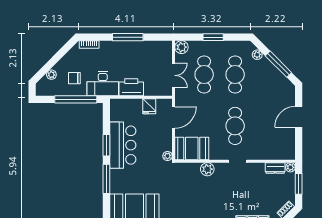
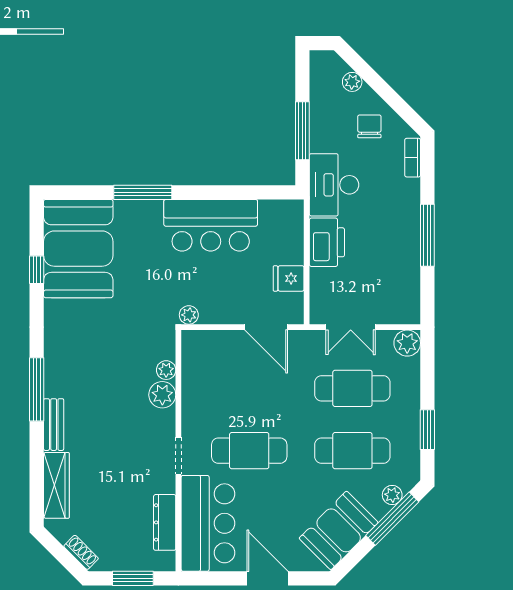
window: (213, 37) -> (427, 430), moved
window: (278, 64) -> (392, 519), moved
chair: (74, 78) -> (369, 126), moved
window: (76, 99) -> (302, 131), width x0.68
window: (106, 145) -> (210, 192), removed
bar counter: (271, 146) -> (208, 523), added
booth: (192, 149) -> (339, 530), moved, turned 45
plant: (290, 167) -> (166, 370), moved
dresser: (275, 168) -> (165, 522), width x1.44

